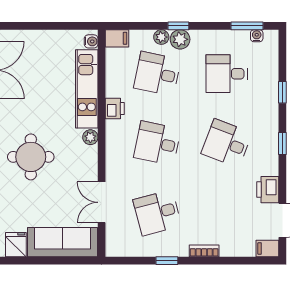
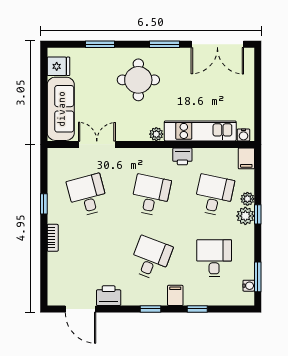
filing cabinet: (267, 248) -> (175, 295), moved

